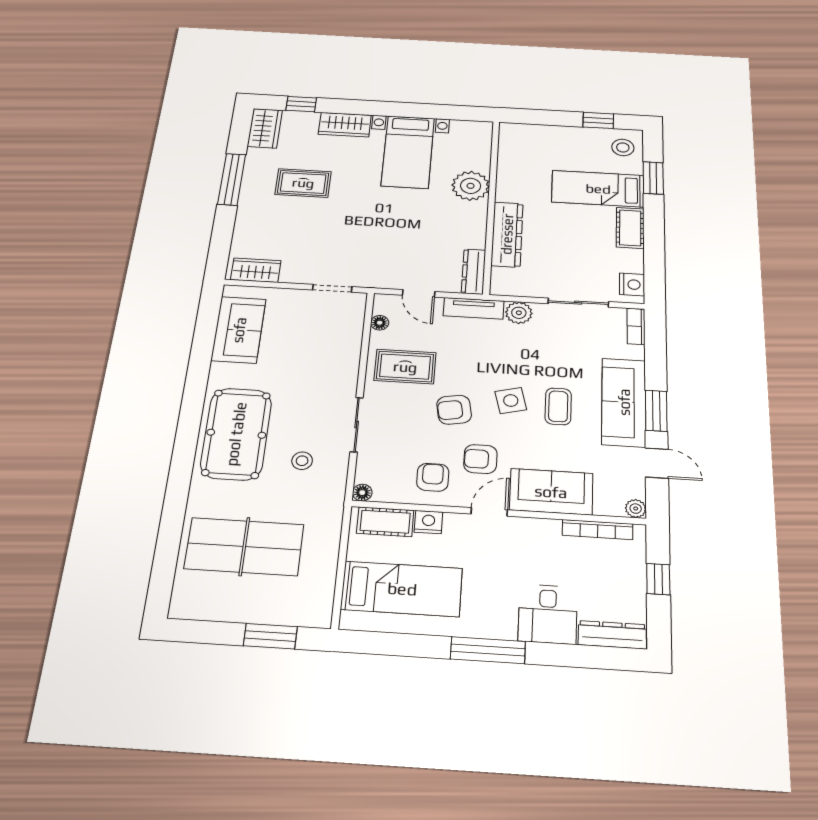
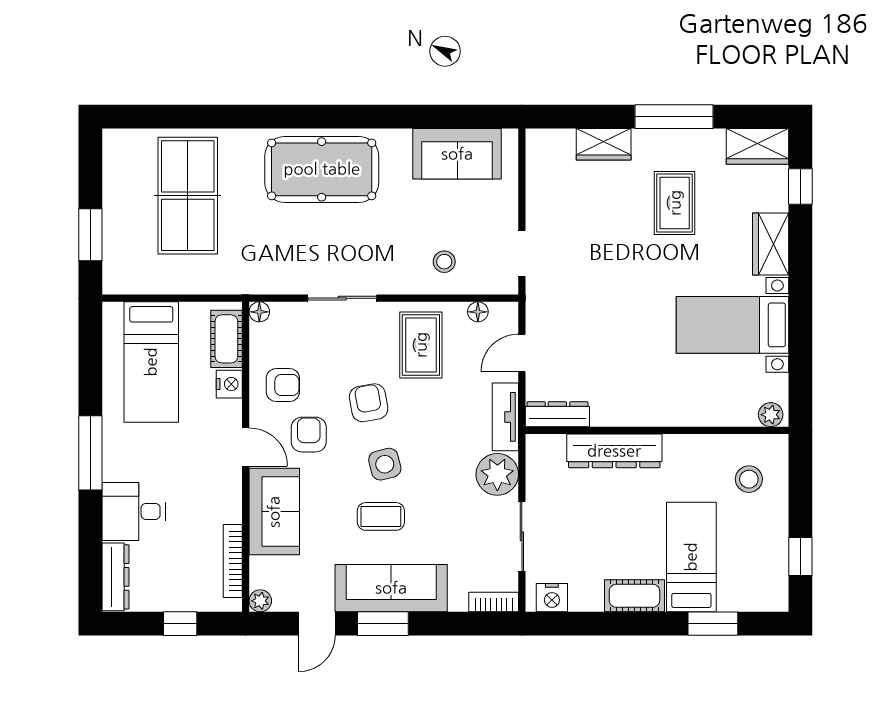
stool: (623, 147) -> (749, 479), moved
plant: (471, 186) -> (771, 415), moved, width x0.53, depth x0.53
wardrobe: (256, 270) -> (604, 144), moved, turned 90
plant: (519, 313) -> (497, 474), width x1.36, depth x1.36
stool: (302, 461) -> (444, 262), moved

